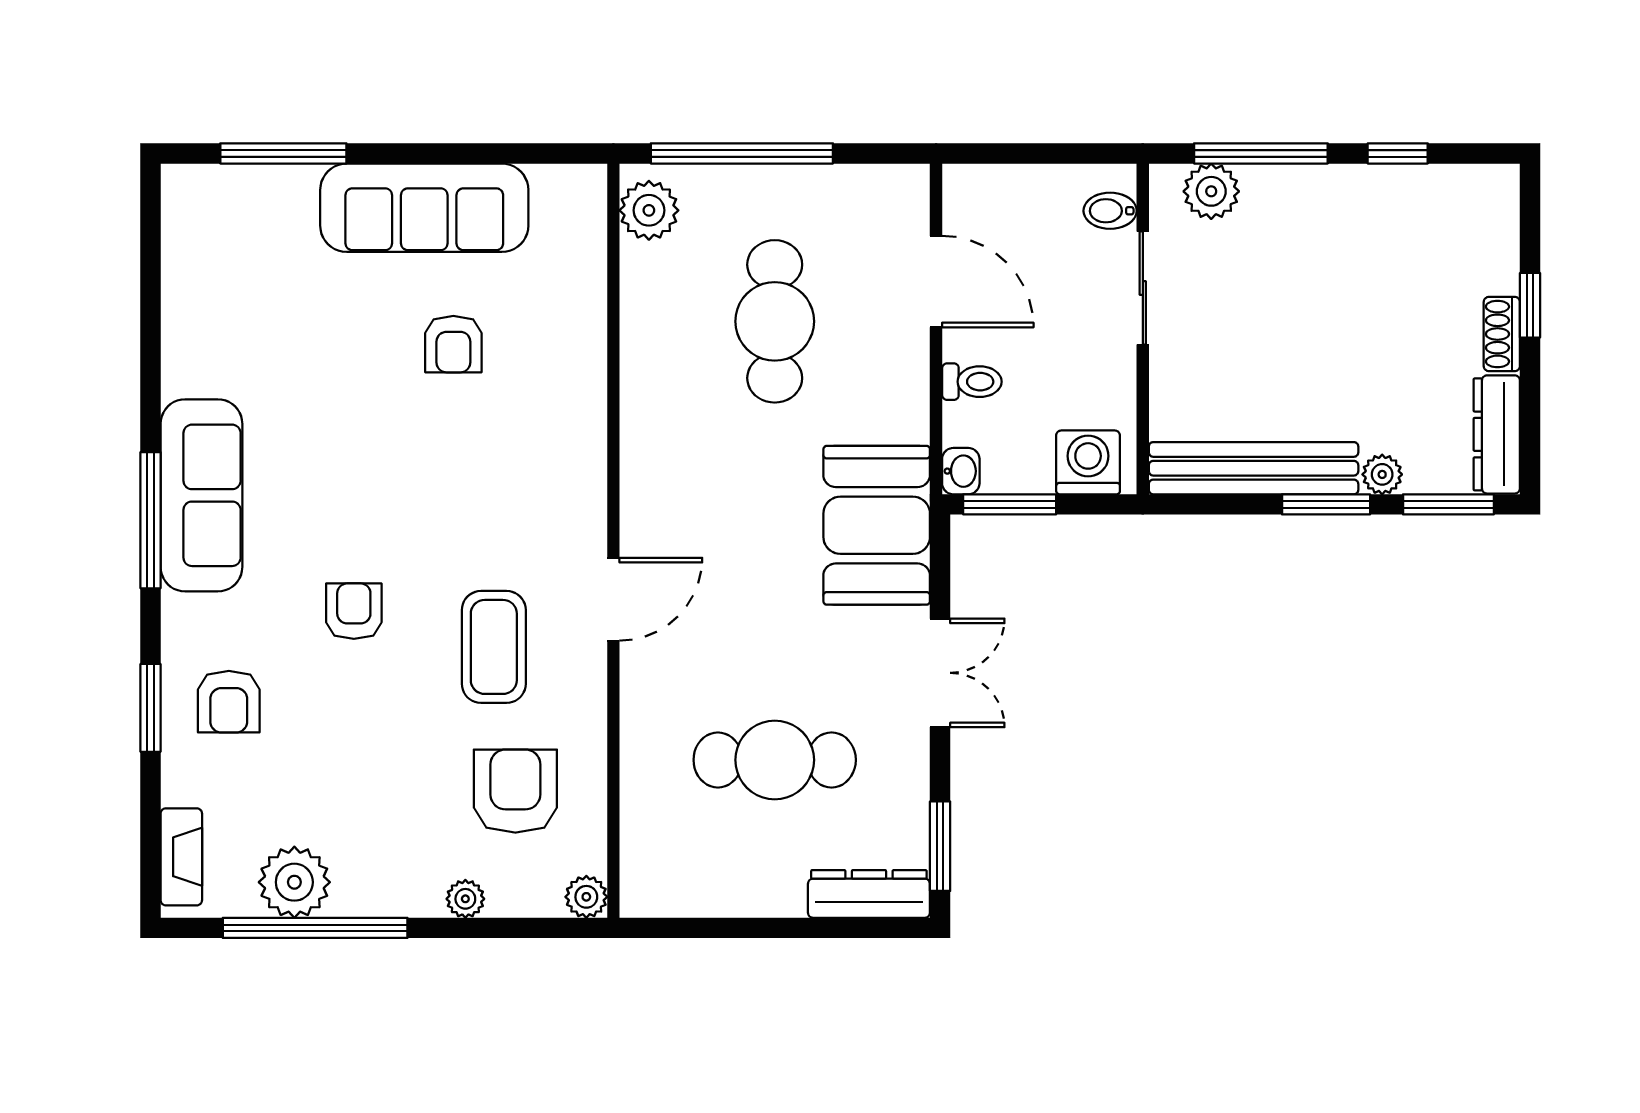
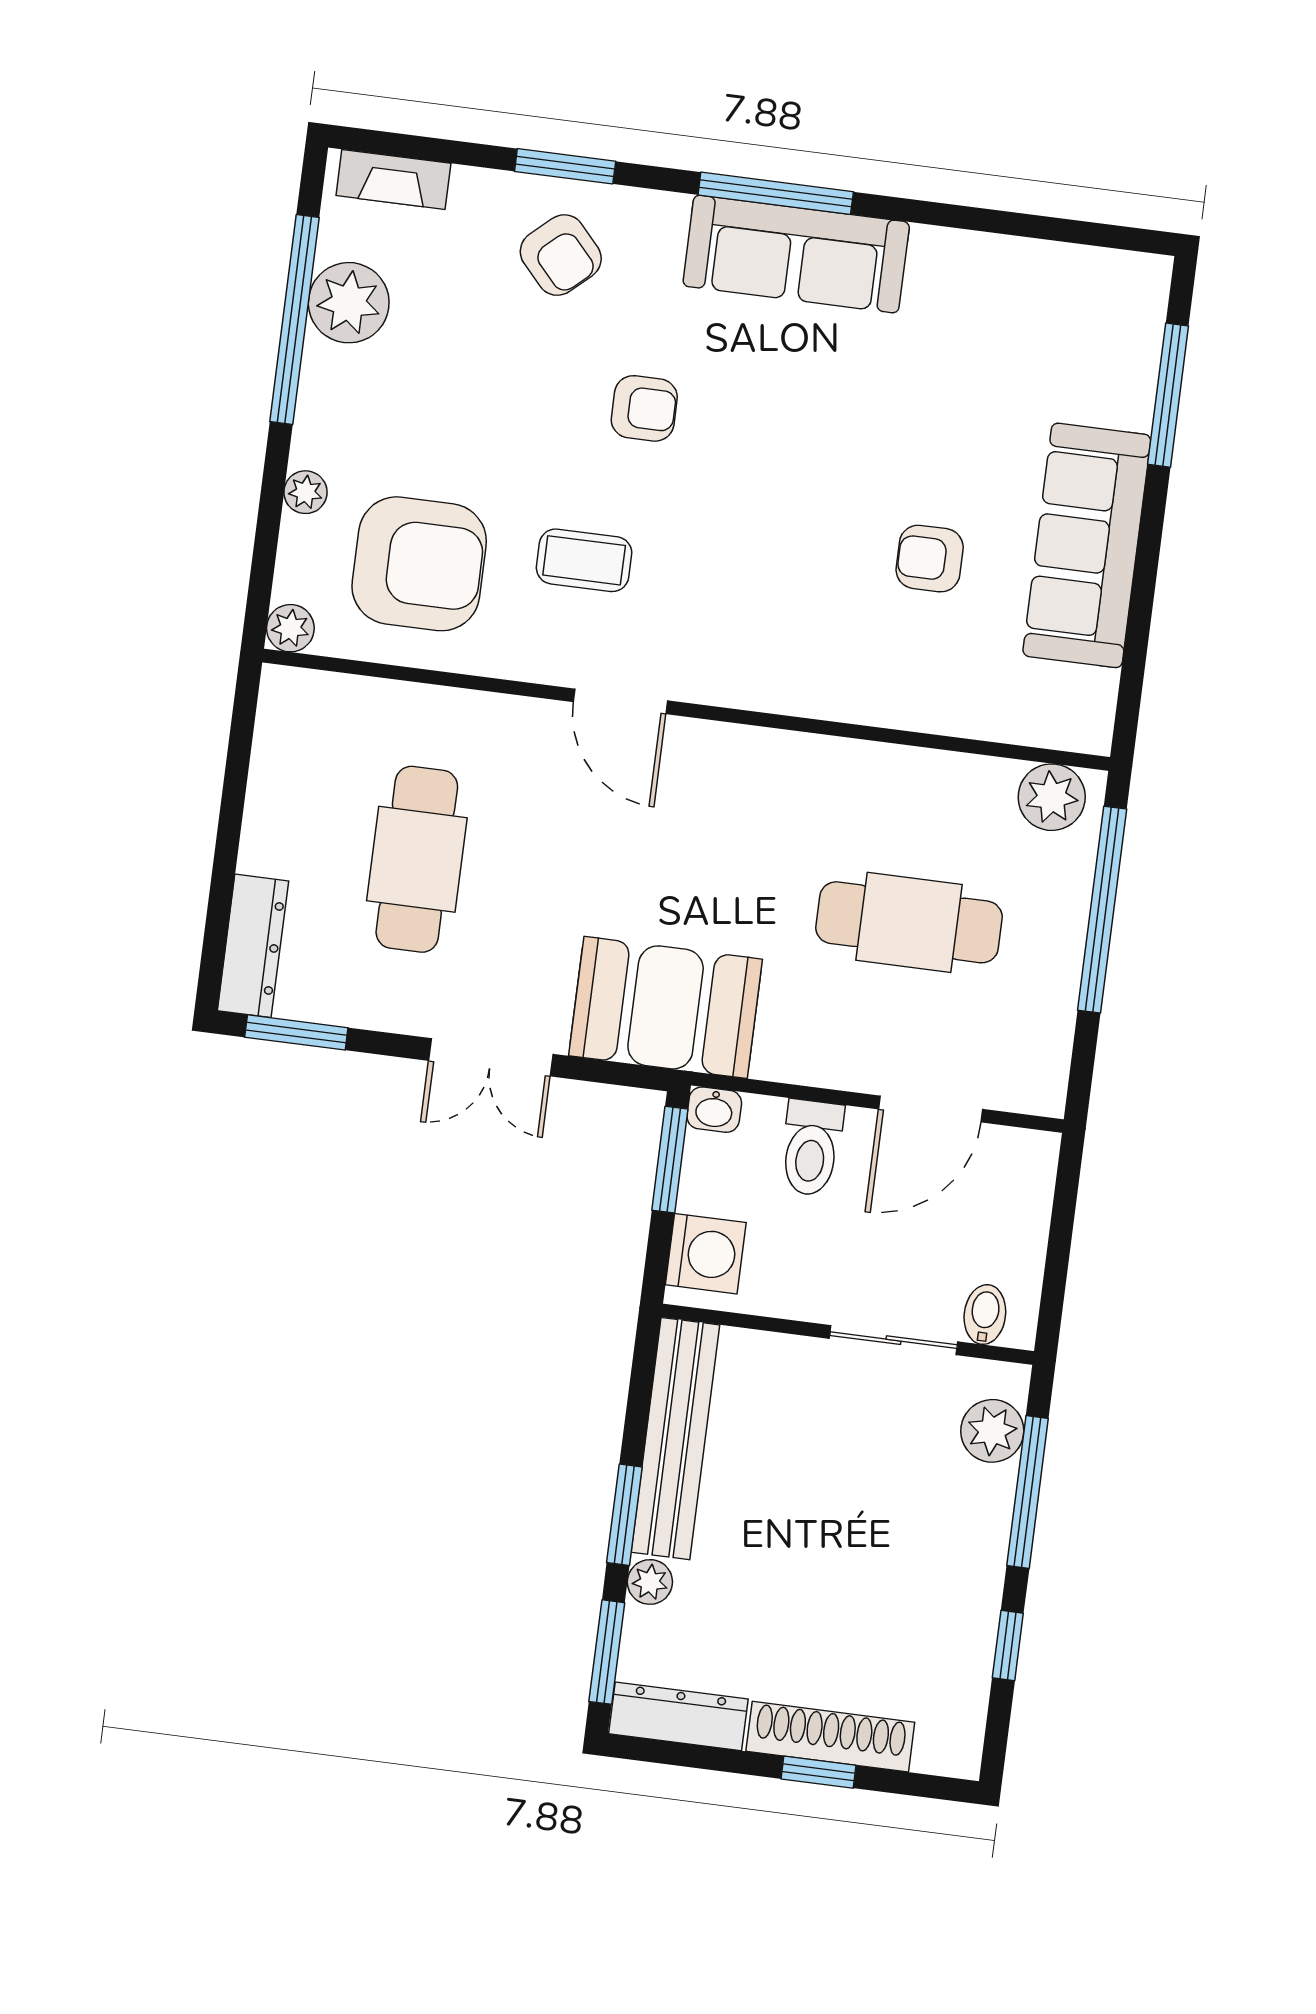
shoe rack: (1502, 334) -> (830, 1737), width x1.94, depth x1.24
toilet: (972, 382) -> (811, 1148), width x1.37, depth x1.39
coffee table: (494, 647) -> (584, 560), width x0.73, depth x0.77
armchair: (229, 702) -> (561, 255), turned -132
armchair: (515, 791) -> (419, 564), width x1.36, depth x1.36

